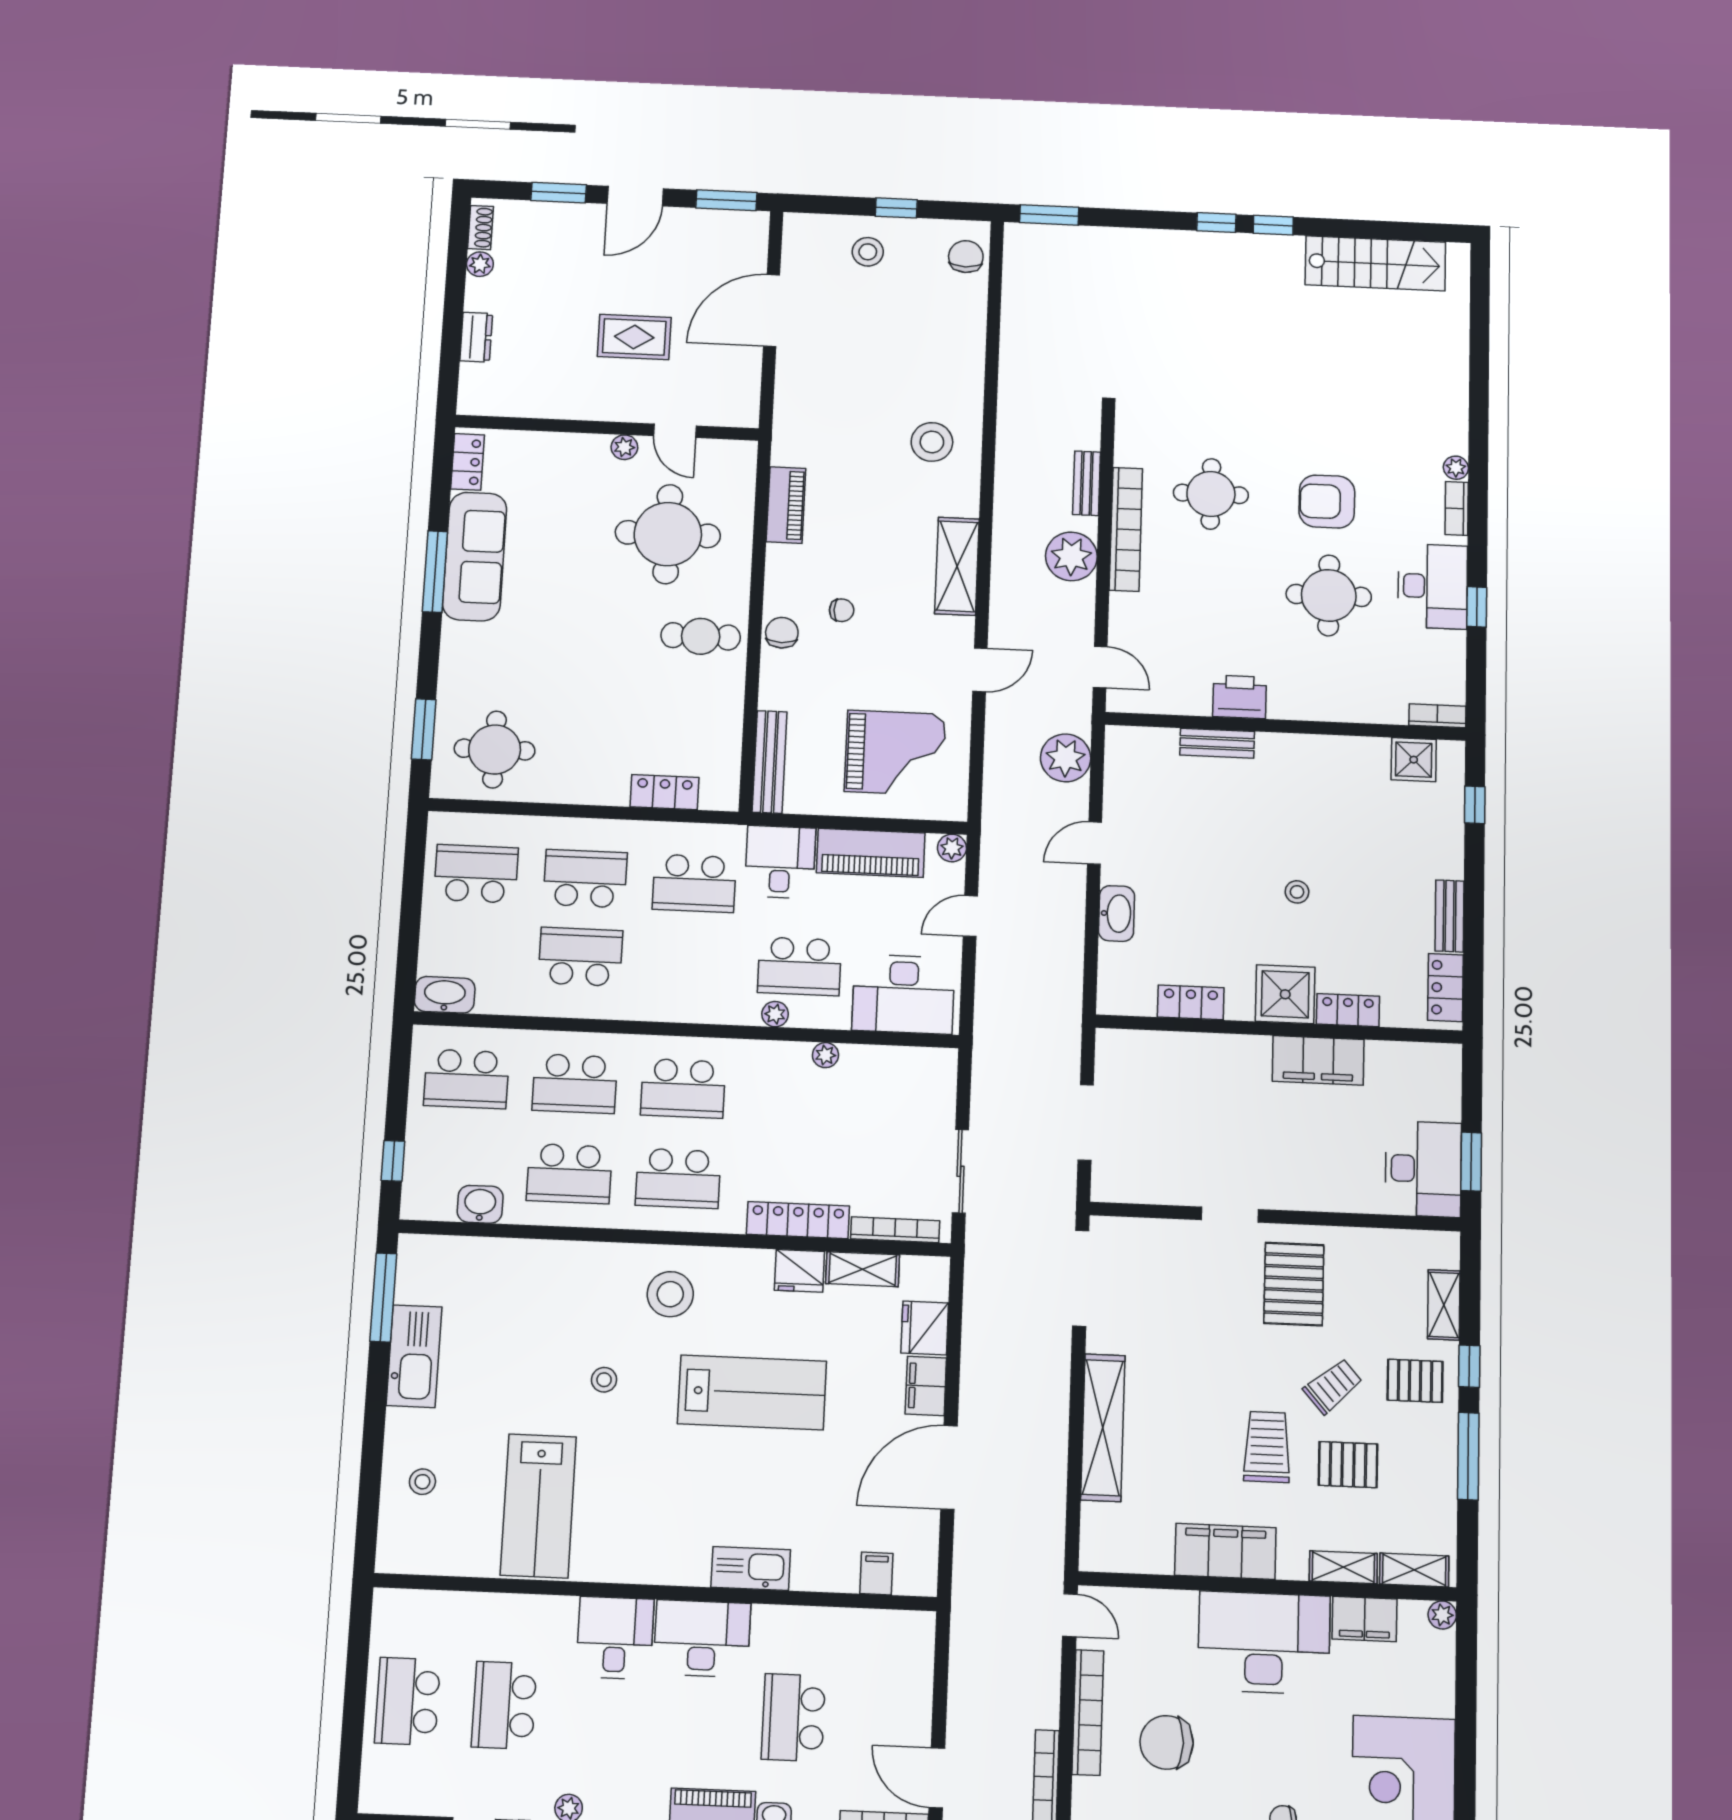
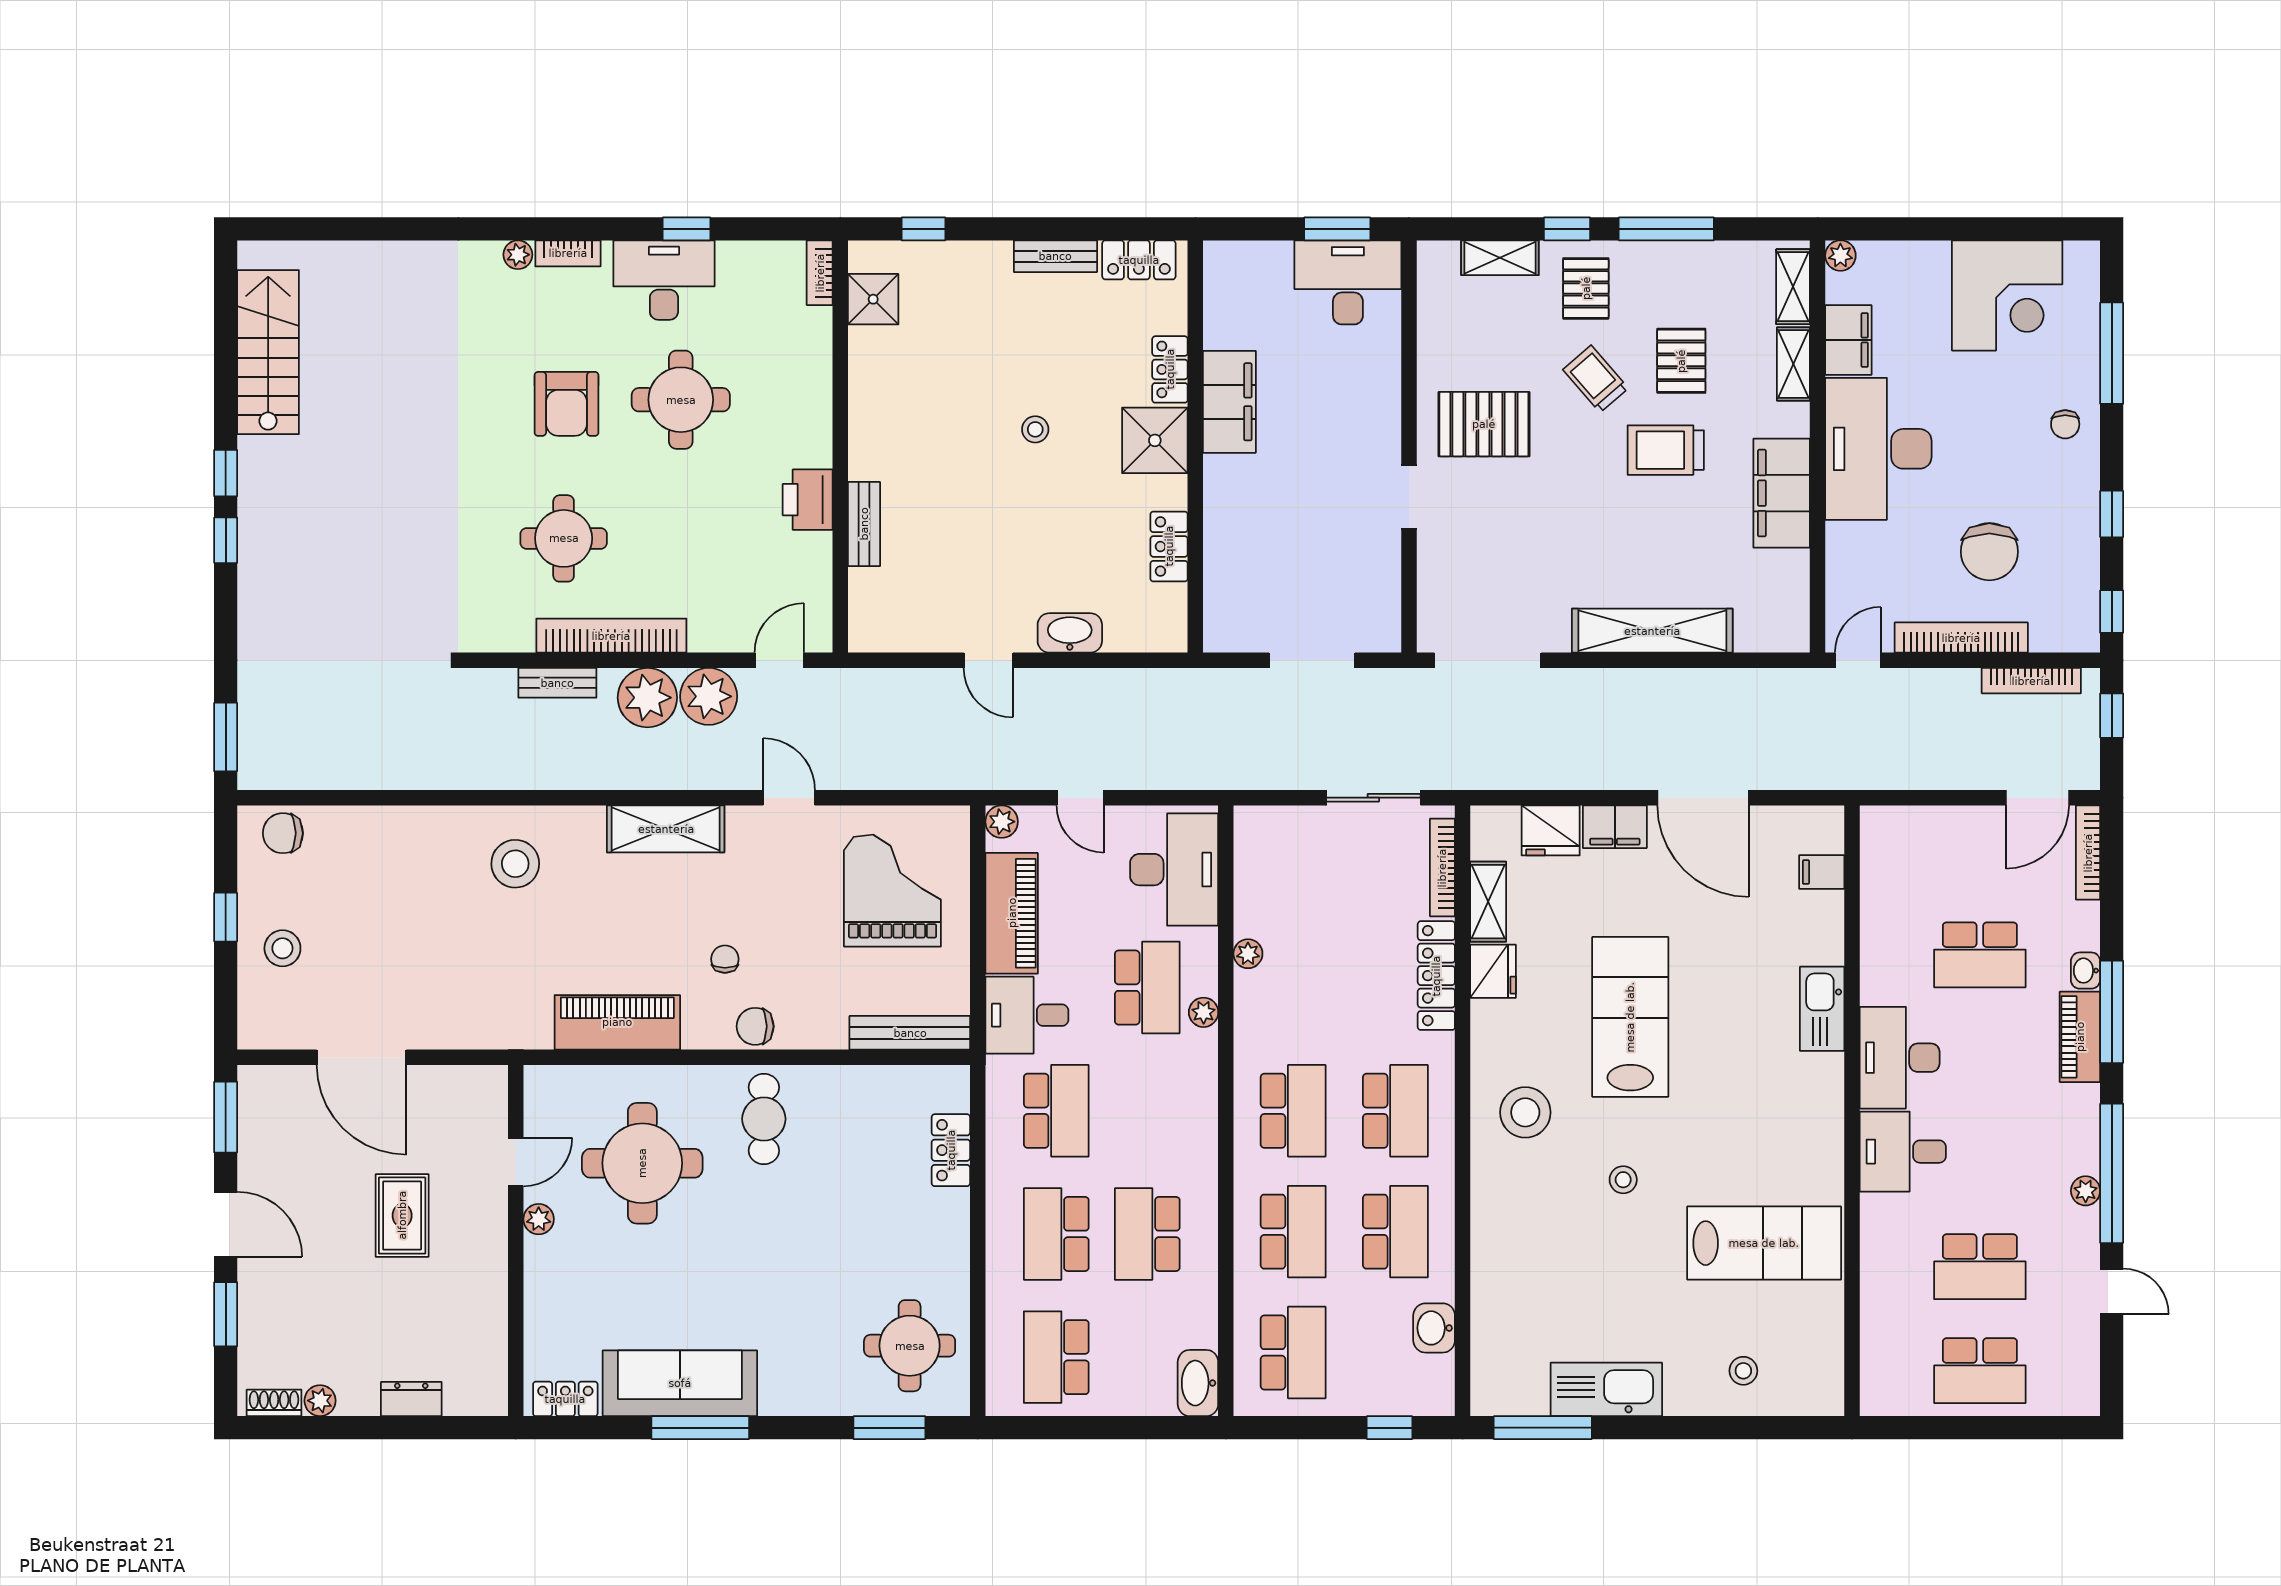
piano: (786, 505) -> (617, 1022), width x1.37, depth x1.33
plant: (1066, 758) -> (709, 696), moved

